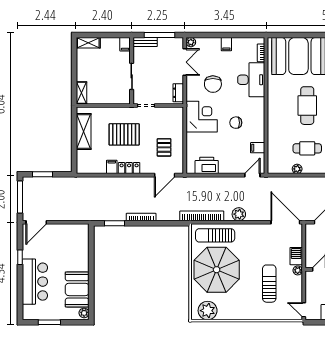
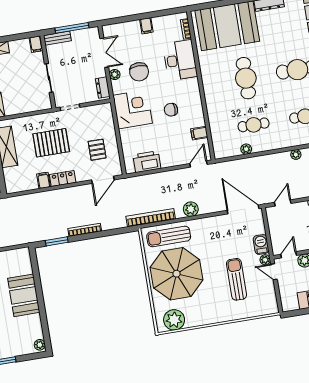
plant: (191, 42) -> (115, 75), moved
booth: (77, 289) -> (24, 295), moved
door: (304, 310) -> (274, 272), moved

